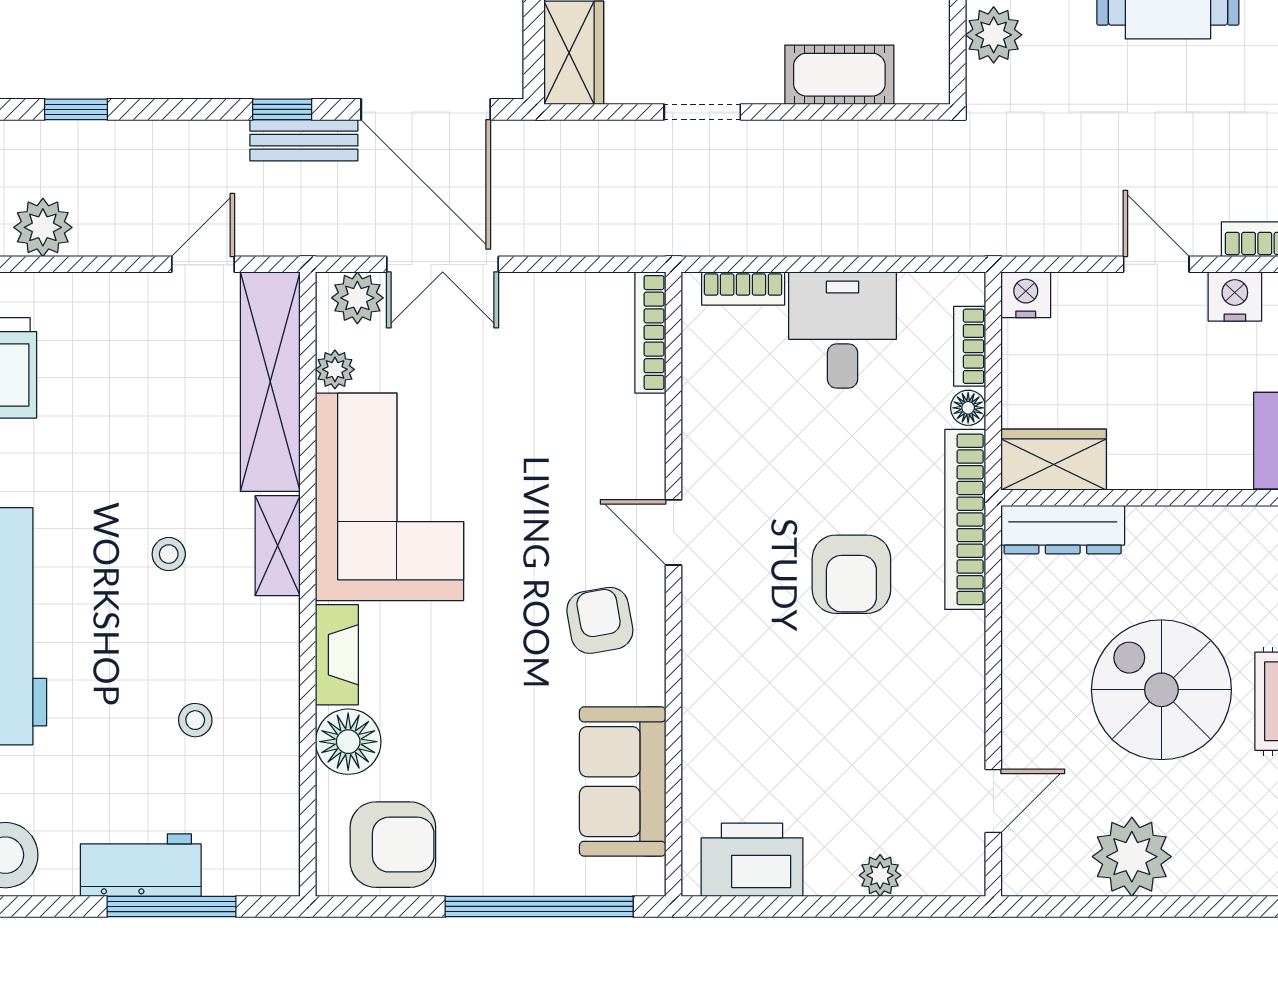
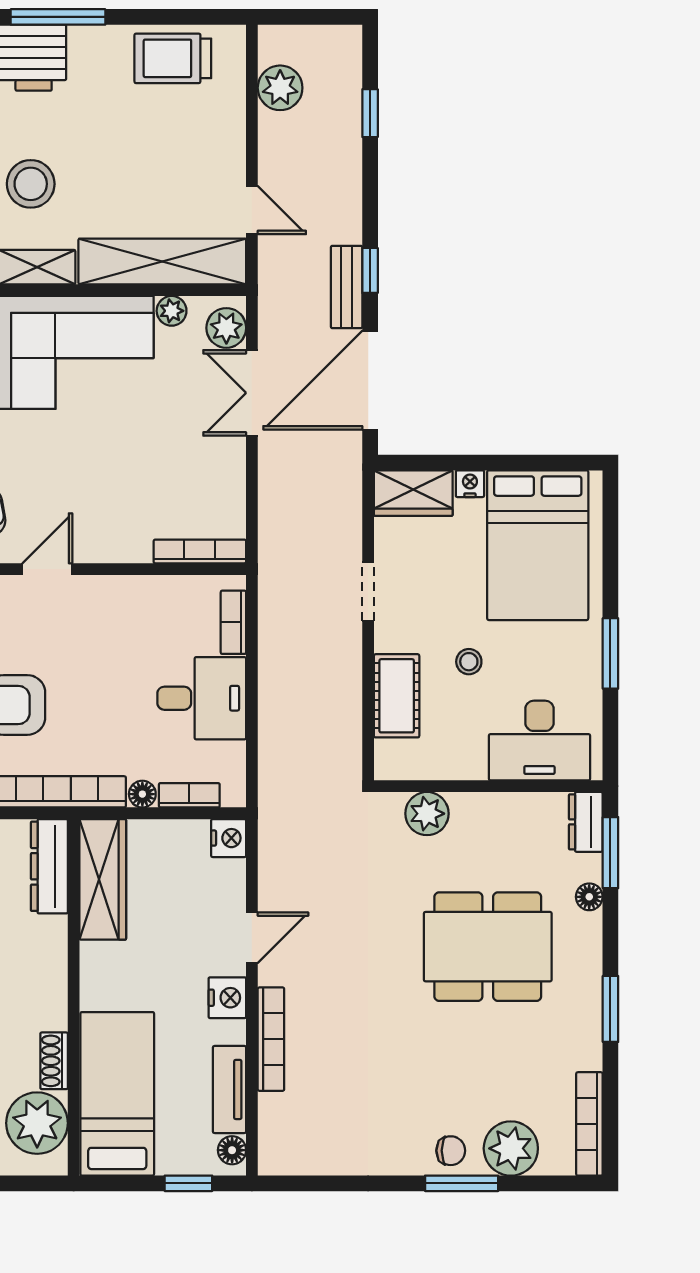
wardrobe: (1054, 460) -> (103, 879), width x1.50
stool: (169, 554) -> (31, 184), width x1.89, depth x1.89

